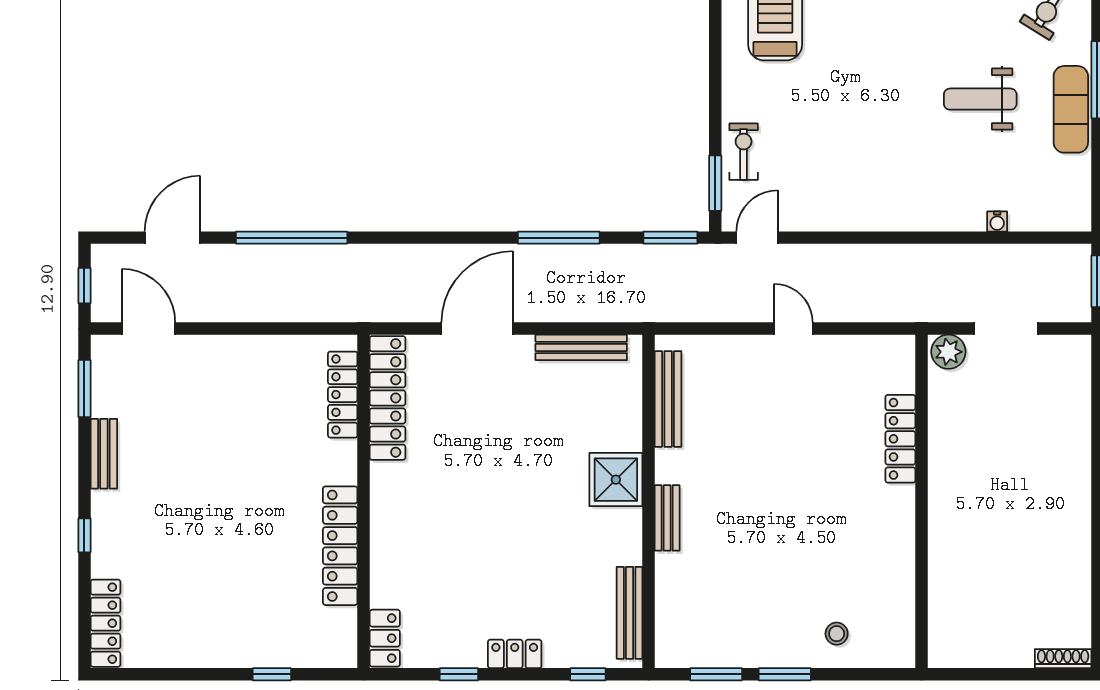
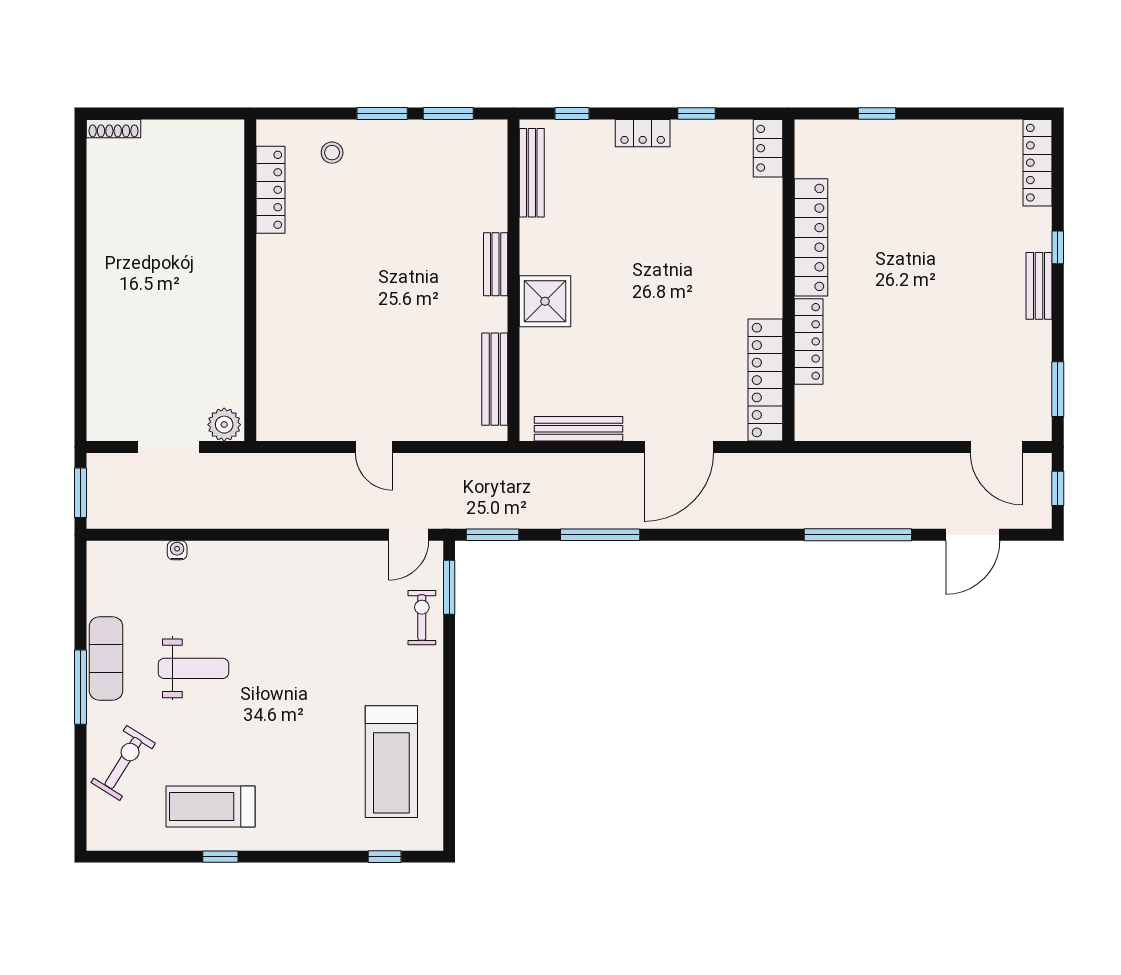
exercise bike: (744, 152) -> (422, 618), turned 180
locker: (343, 395) -> (809, 341), moved
locker: (900, 439) -> (270, 190), moved
bench: (104, 454) -> (1039, 286), moved

